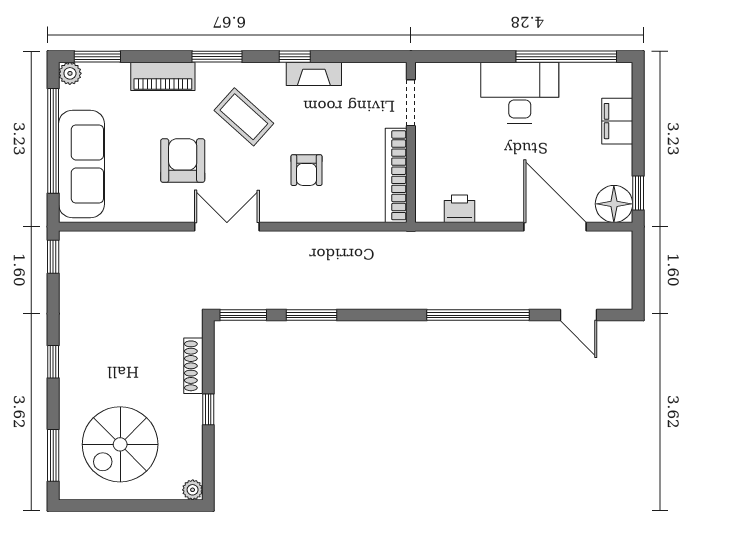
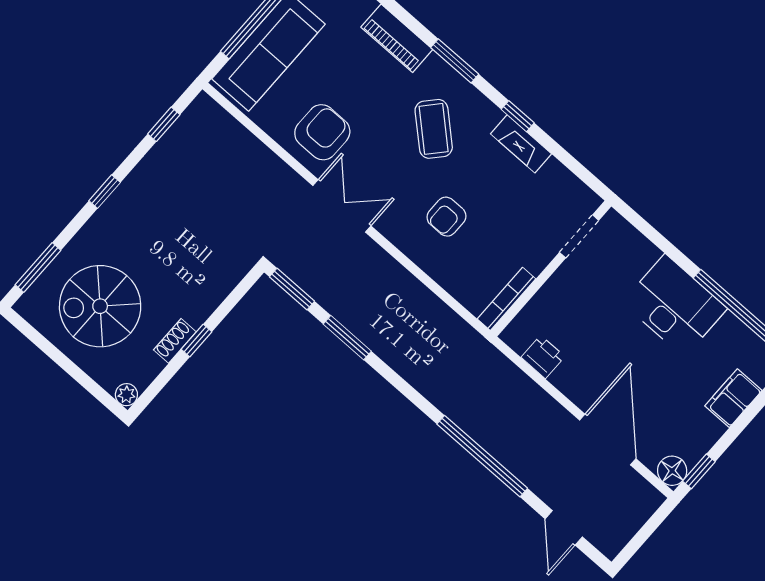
armchair: (183, 161) -> (322, 132), moved
bookcase: (396, 175) -> (507, 299), width x0.68, depth x0.76
floor lamp: (614, 204) -> (672, 471), width x0.73, depth x0.73
window: (53, 257) -> (164, 124), moved
shoe rack: (193, 366) -> (175, 341), moved, width x0.70

